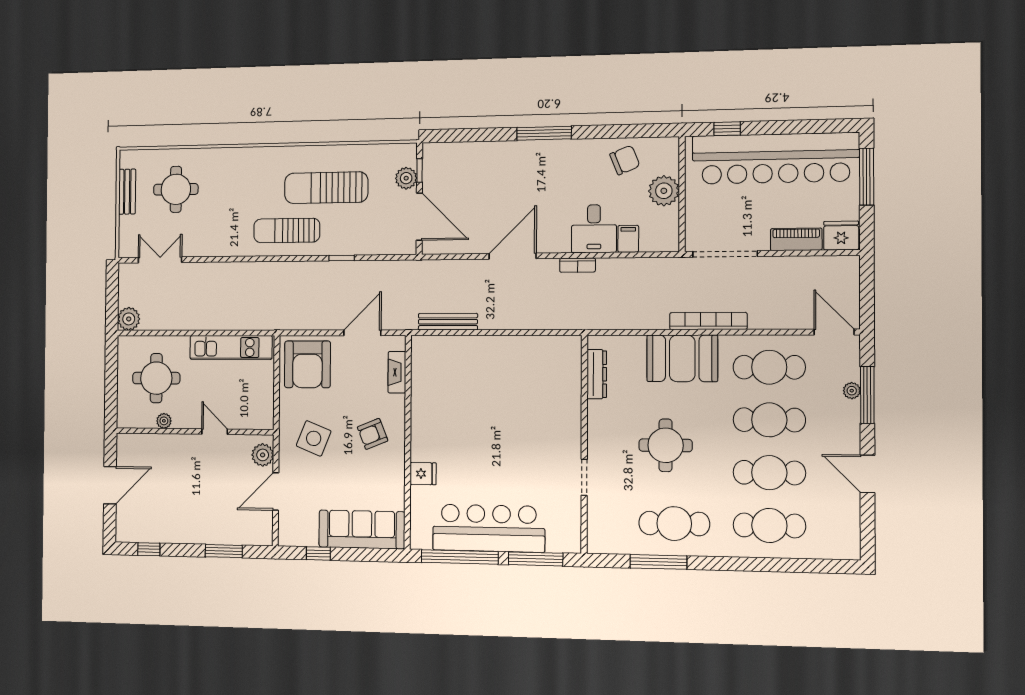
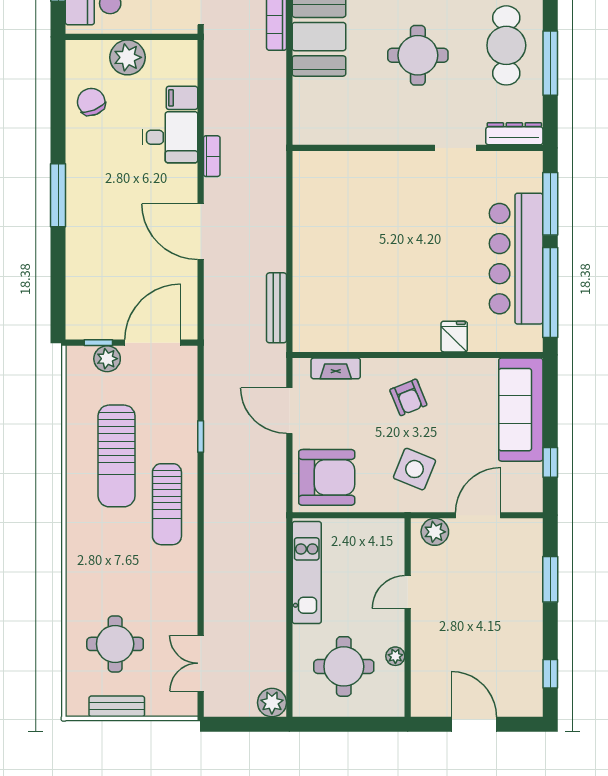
dresser: (597, 374) -> (514, 134), moved
door: (276, 492) -> (478, 515), swing flipped

